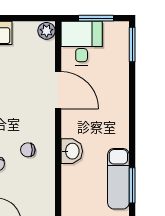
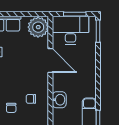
plant: (47, 31) -> (38, 27), width x1.87, depth x1.87
desk: (82, 43) -> (70, 30), width x1.37

